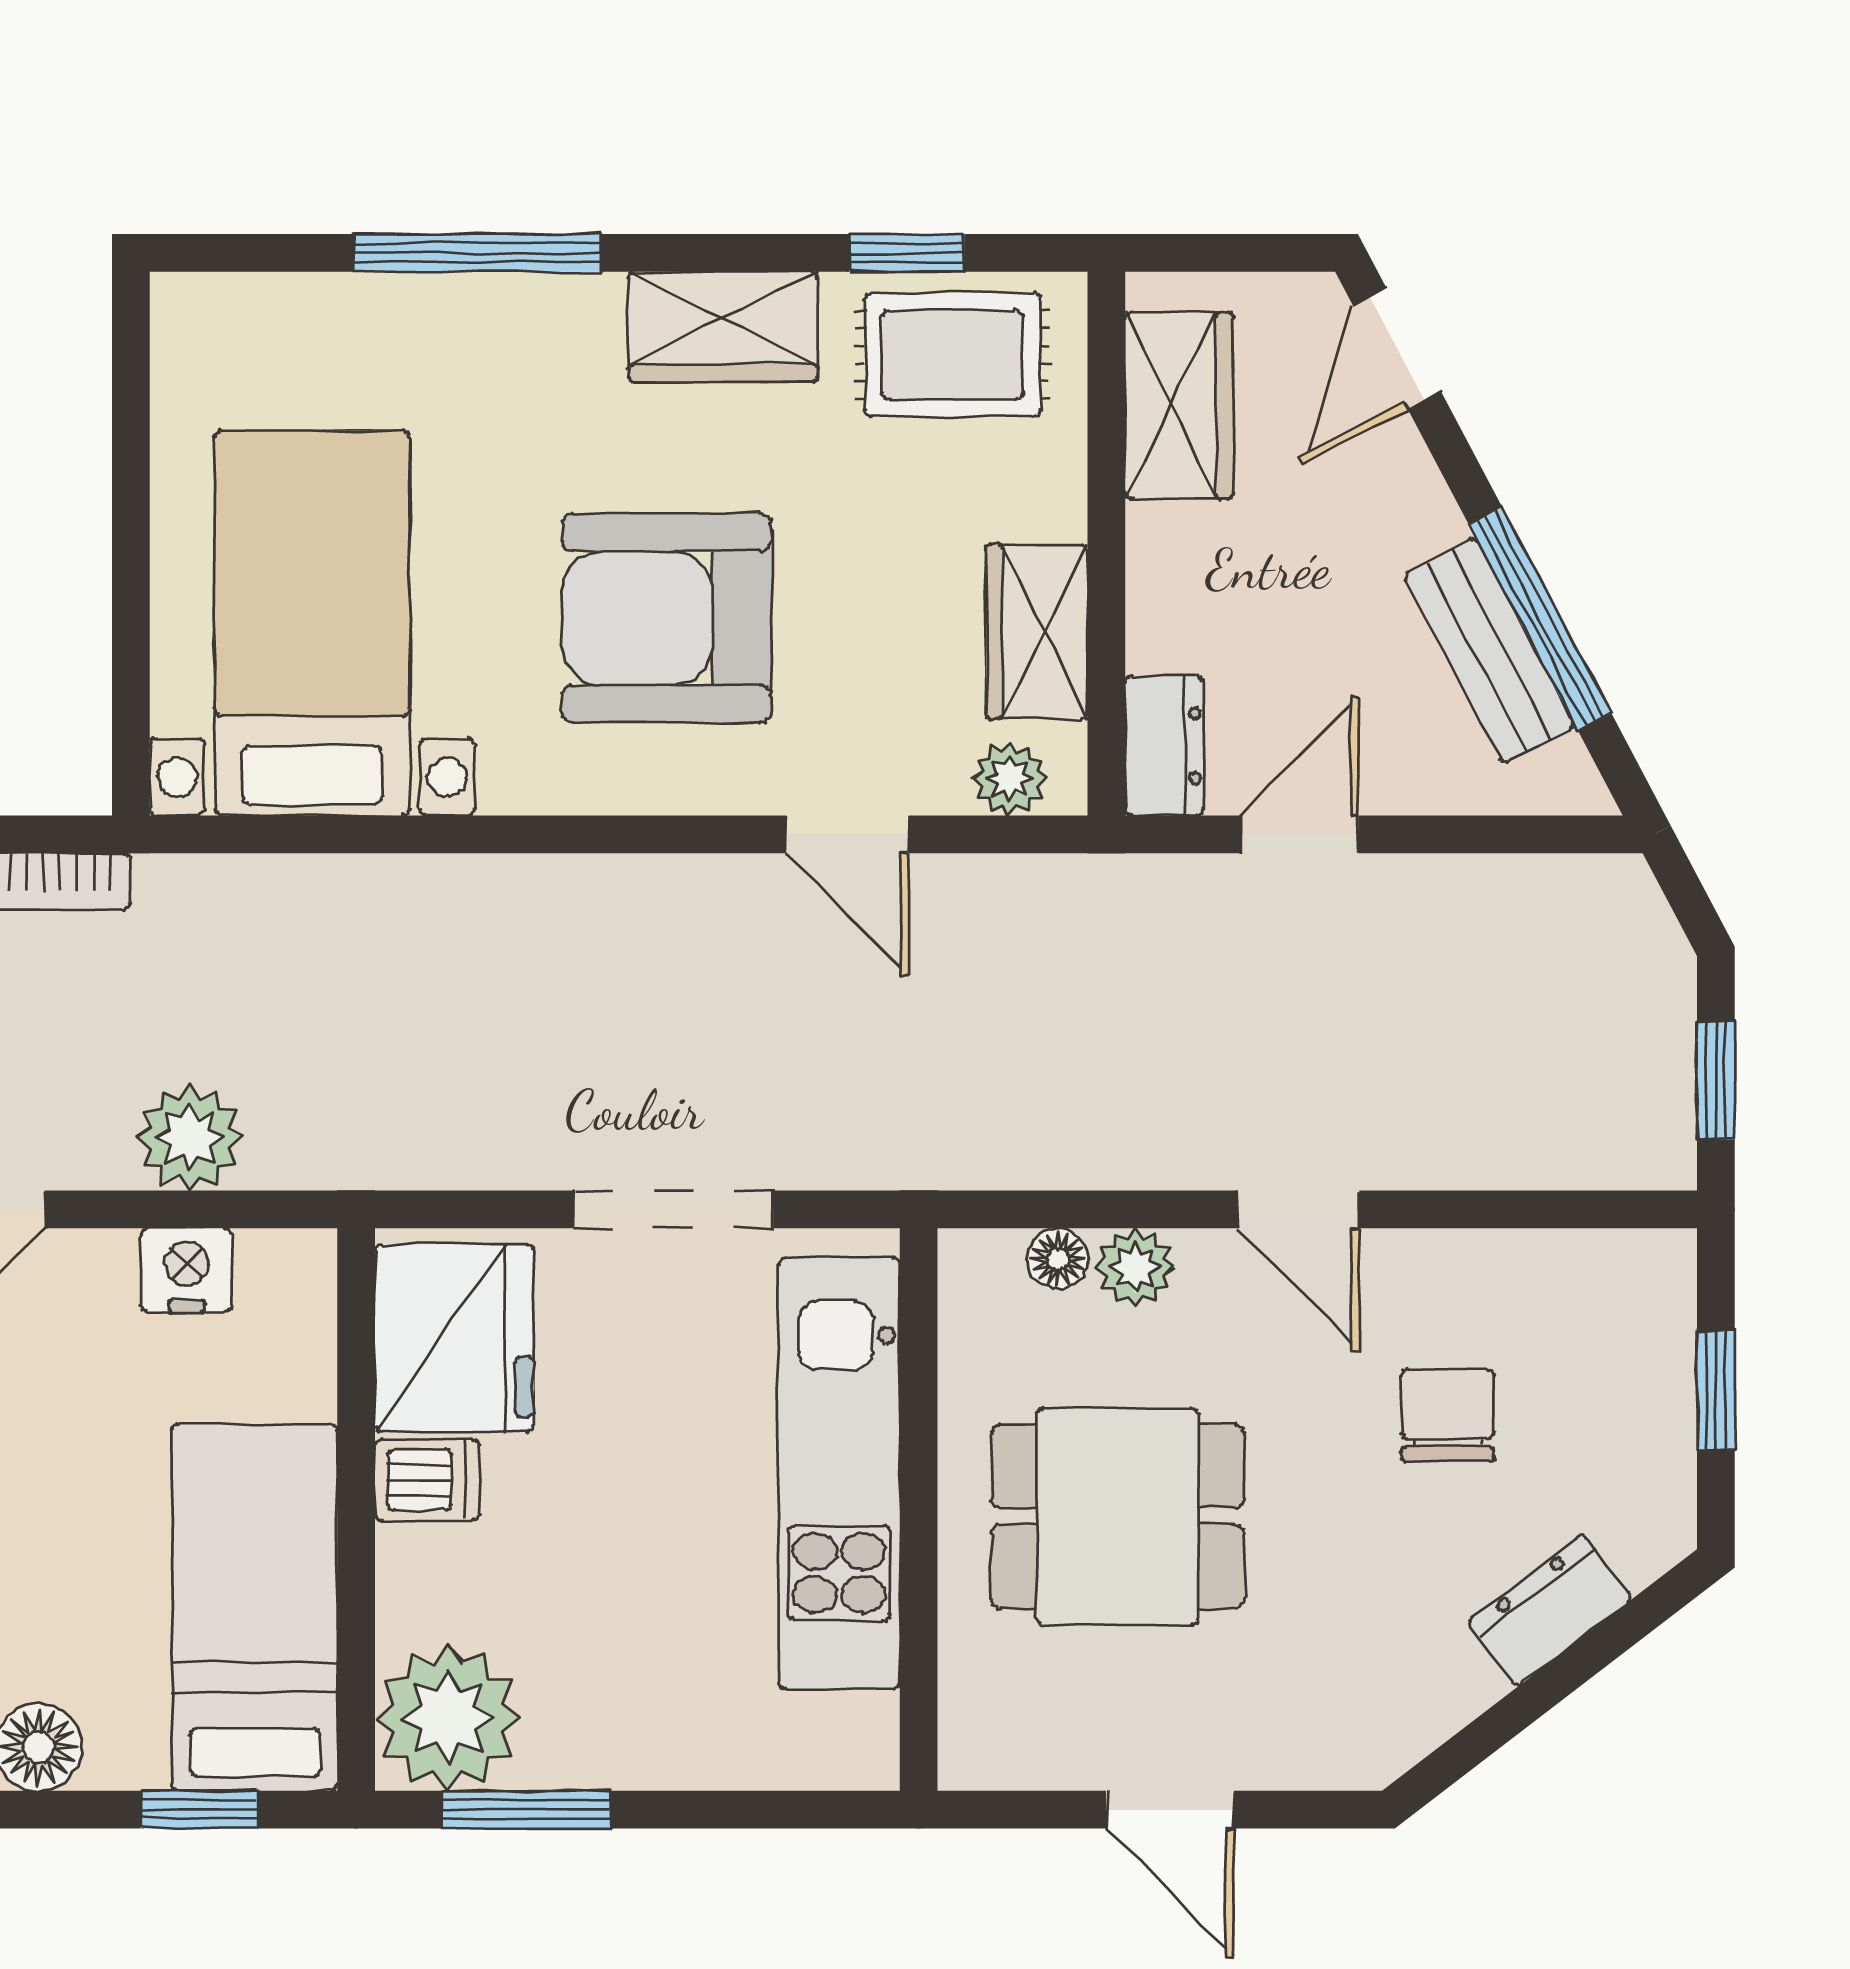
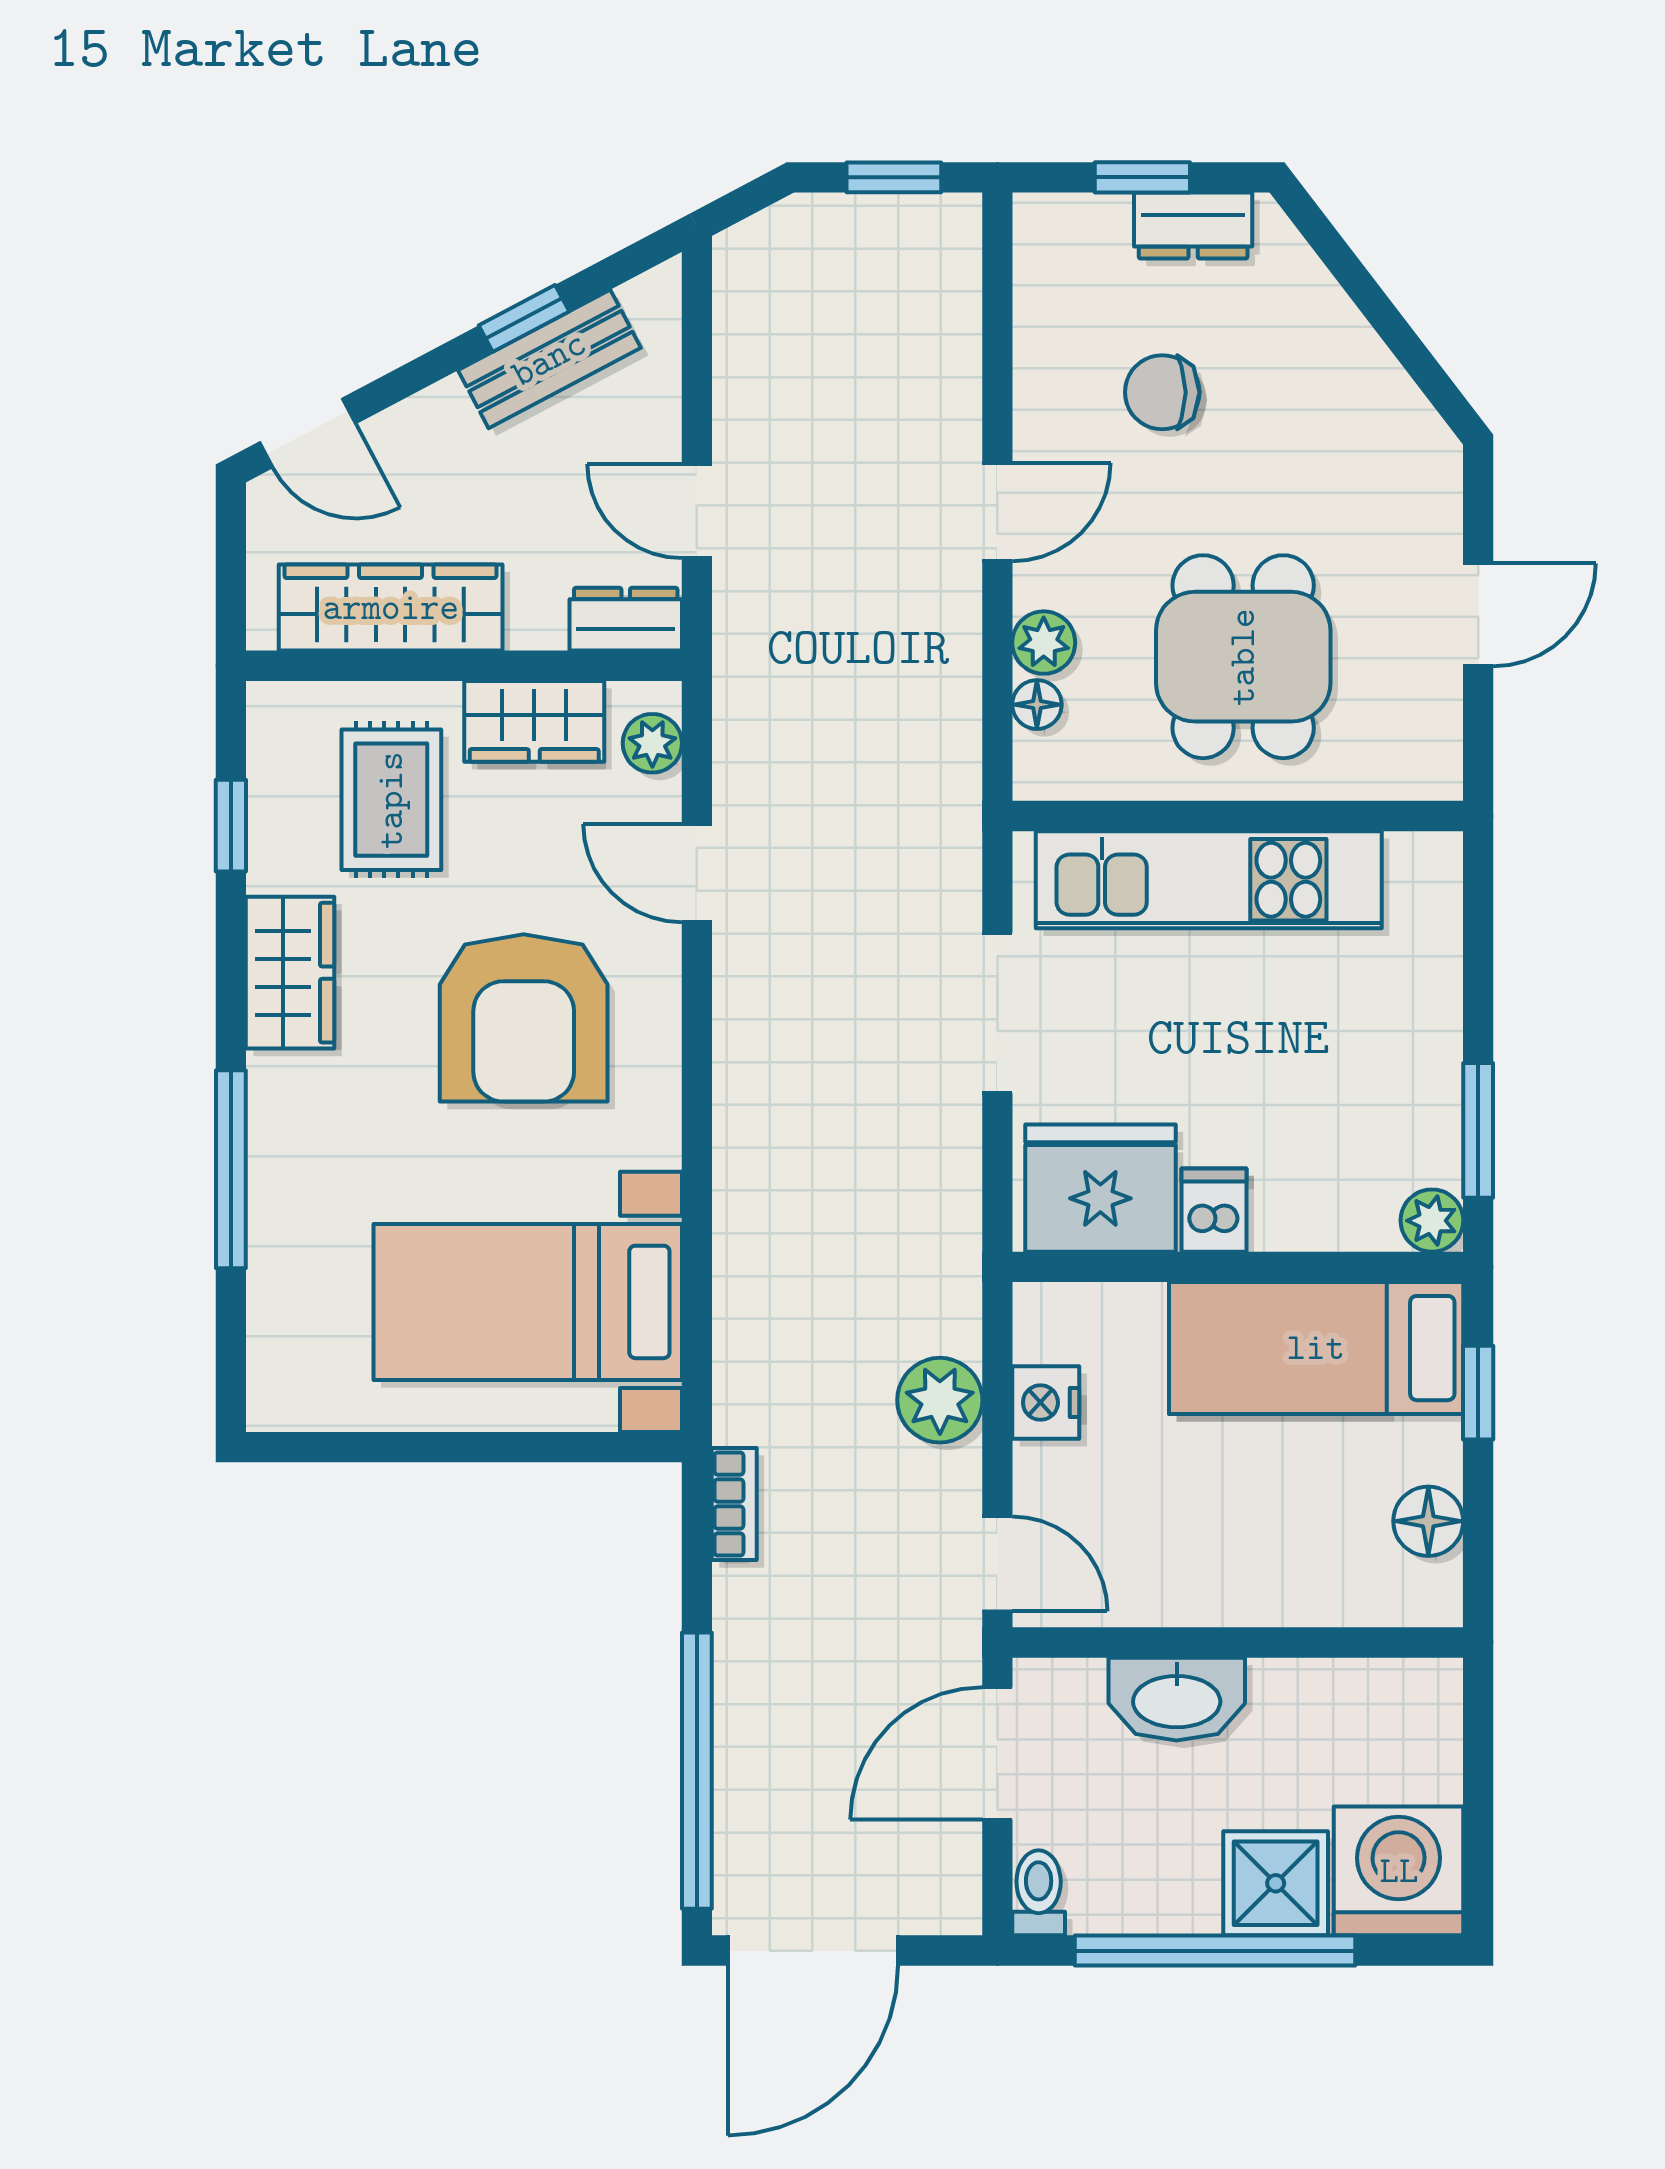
rug: (953, 355) -> (391, 800), moved
wardrobe: (1179, 406) -> (391, 608), width x1.50
window: (1540, 619) -> (524, 318), width x0.46
door: (847, 834) -> (697, 873), swing flipped
dresser: (1550, 1610) -> (1193, 226), moved, turned -53
plant: (448, 1718) -> (1432, 1221), width x0.53, depth x0.53

